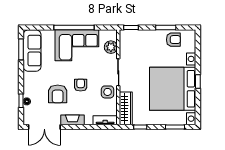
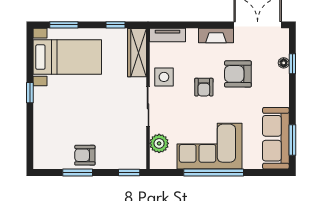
armchair: (173, 40) -> (85, 155), moved
bed with nightstands: (173, 89) -> (67, 57), width x0.54
armchair: (58, 94) -> (238, 74), turned -90

